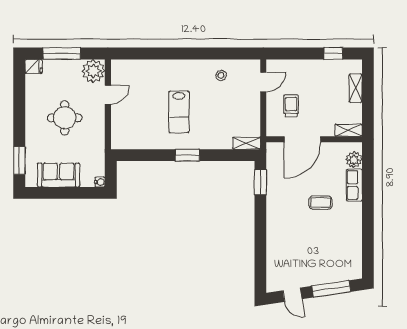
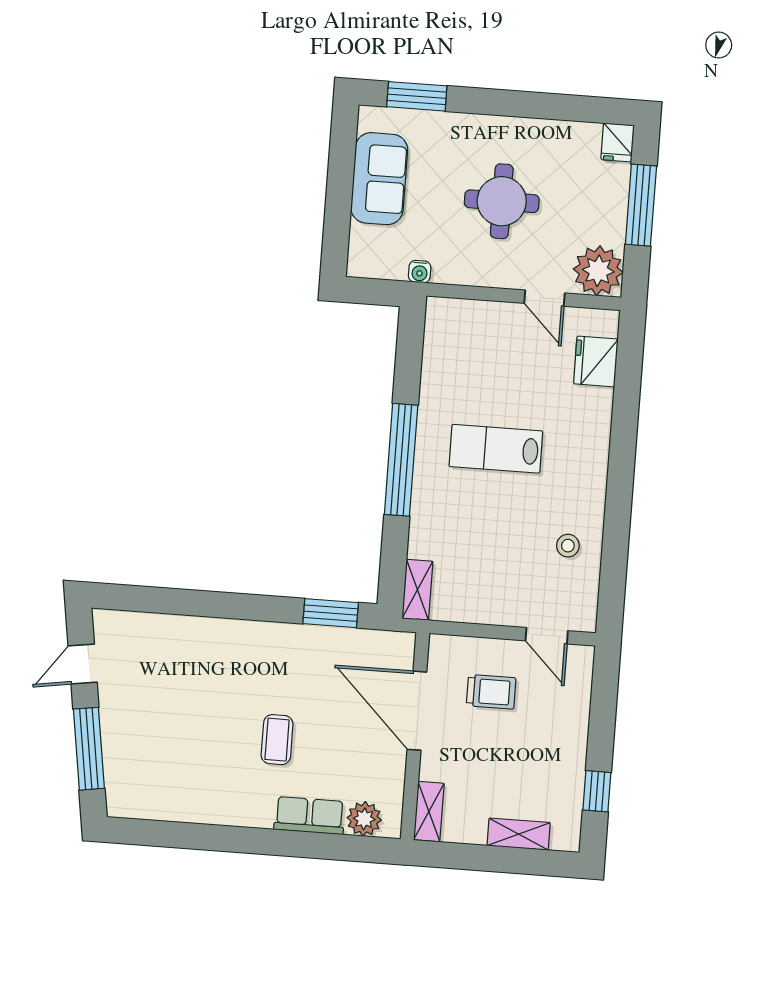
fridge: (135, 69) -> (596, 361), added
window: (187, 155) -> (401, 460), width x2.11
water cooler: (100, 182) -> (420, 272), moved

